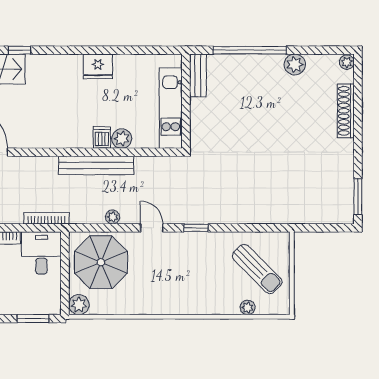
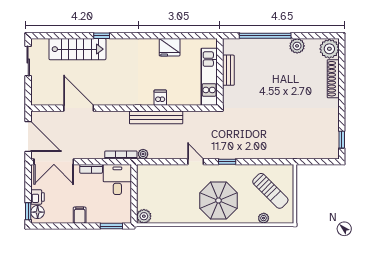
plant: (347, 62) -> (329, 49), width x1.87, depth x1.87
fridge: (98, 66) -> (170, 47), moved
bench: (198, 75) -> (228, 70), moved
plant: (122, 139) -> (174, 98), removed
window: (358, 197) -> (342, 140), width x0.67
plant: (113, 217) -> (143, 154), moved
parasol: (101, 262) -> (219, 200), moved

